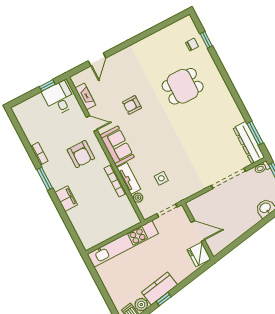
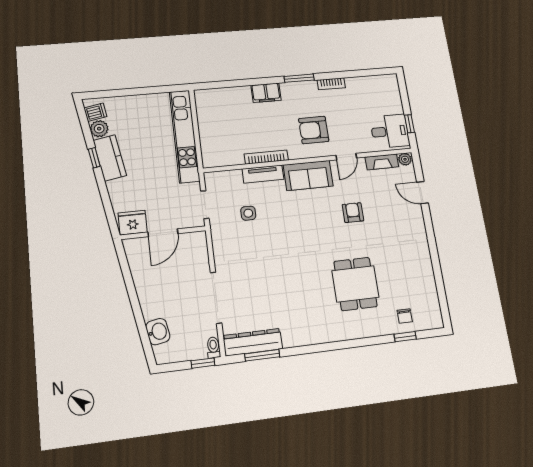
plant: (138, 198) -> (405, 159), moved

